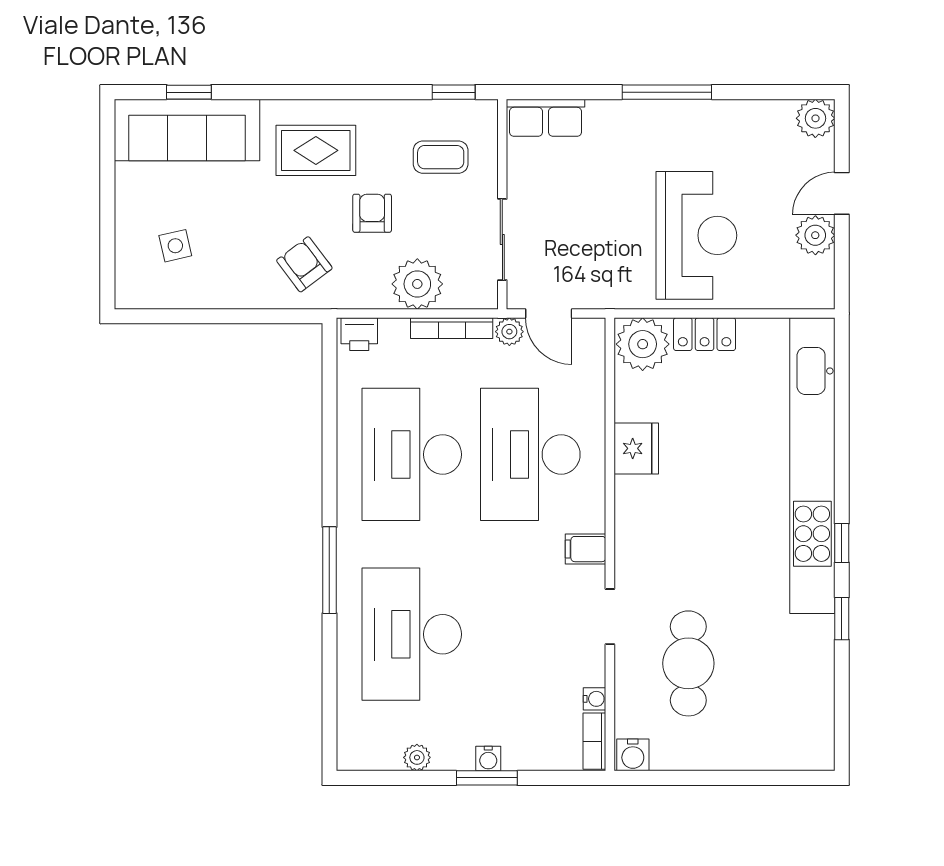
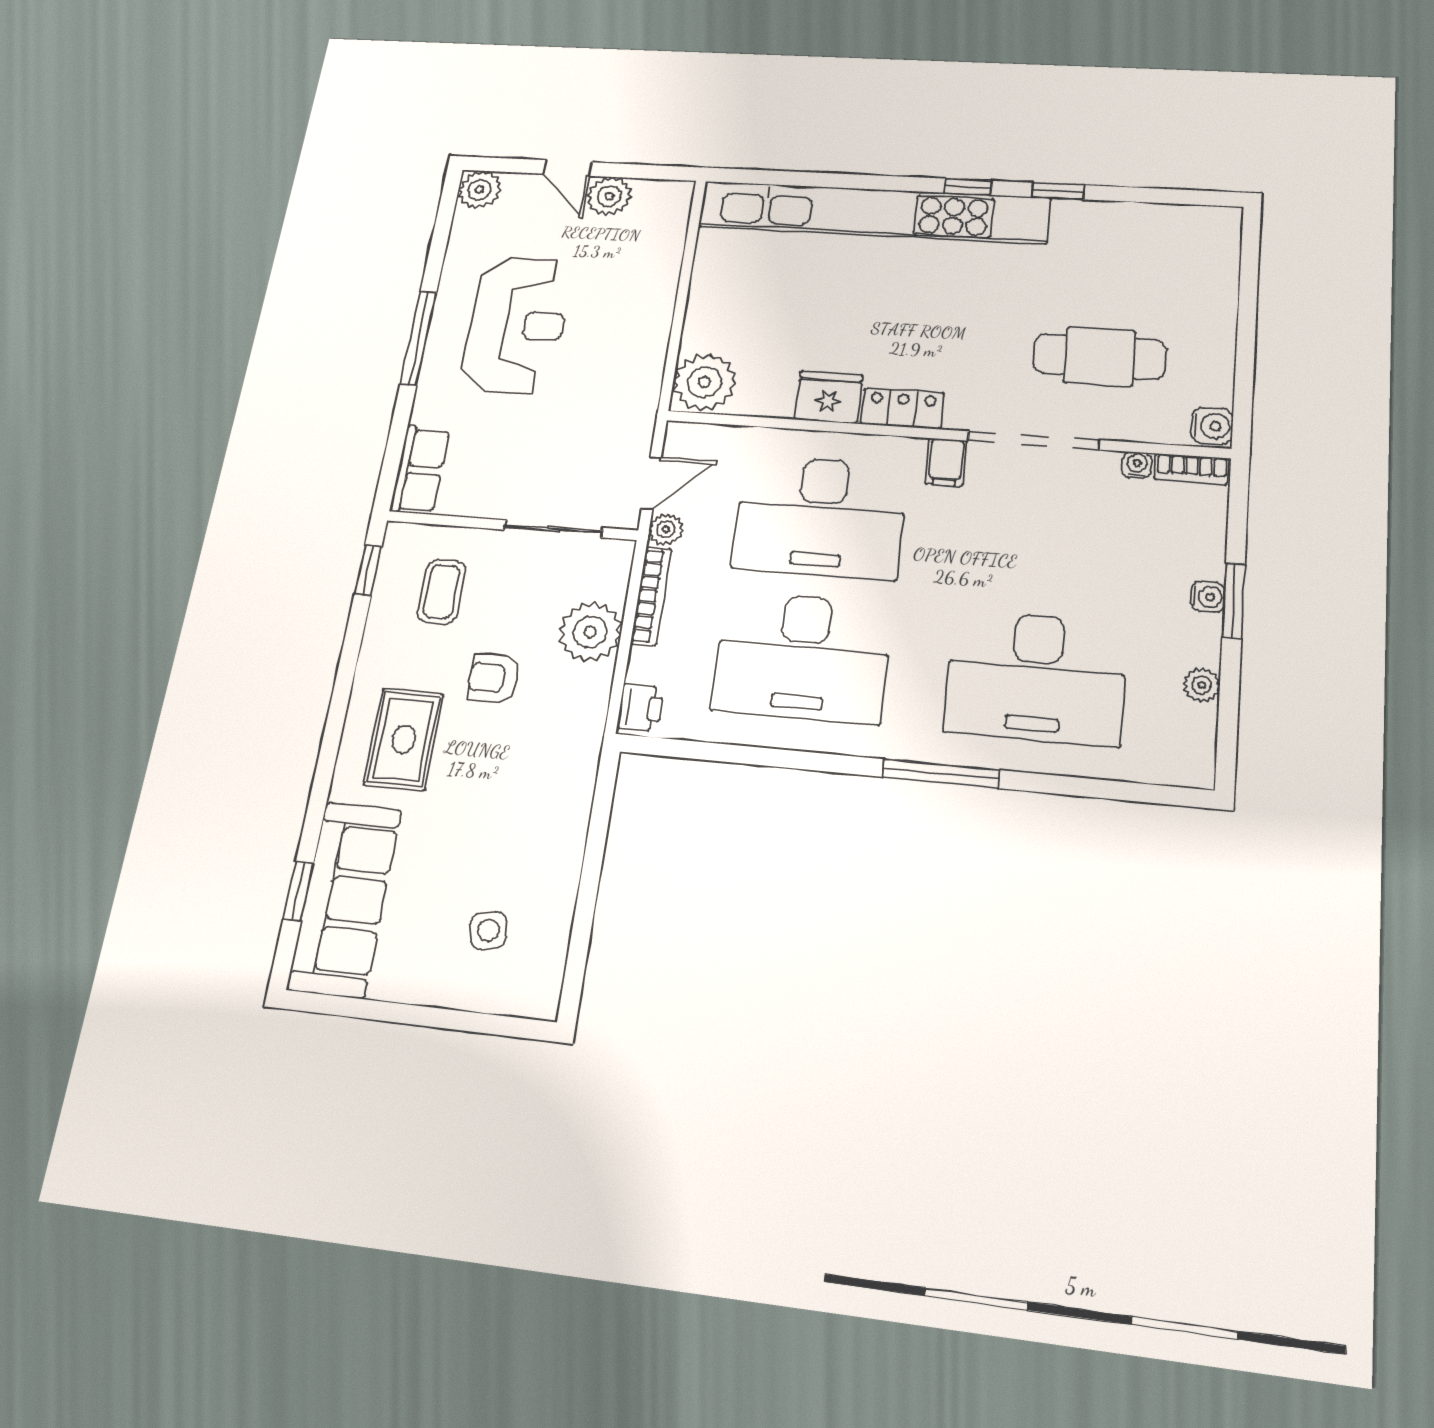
reception desk: (696, 235) -> (517, 325), moved, turned 90
armchair: (304, 264) -> (542, 767), removed
locker: (705, 334) -> (903, 408), moved, turned -90
doorway: (610, 617) -> (1034, 440), width x1.88

